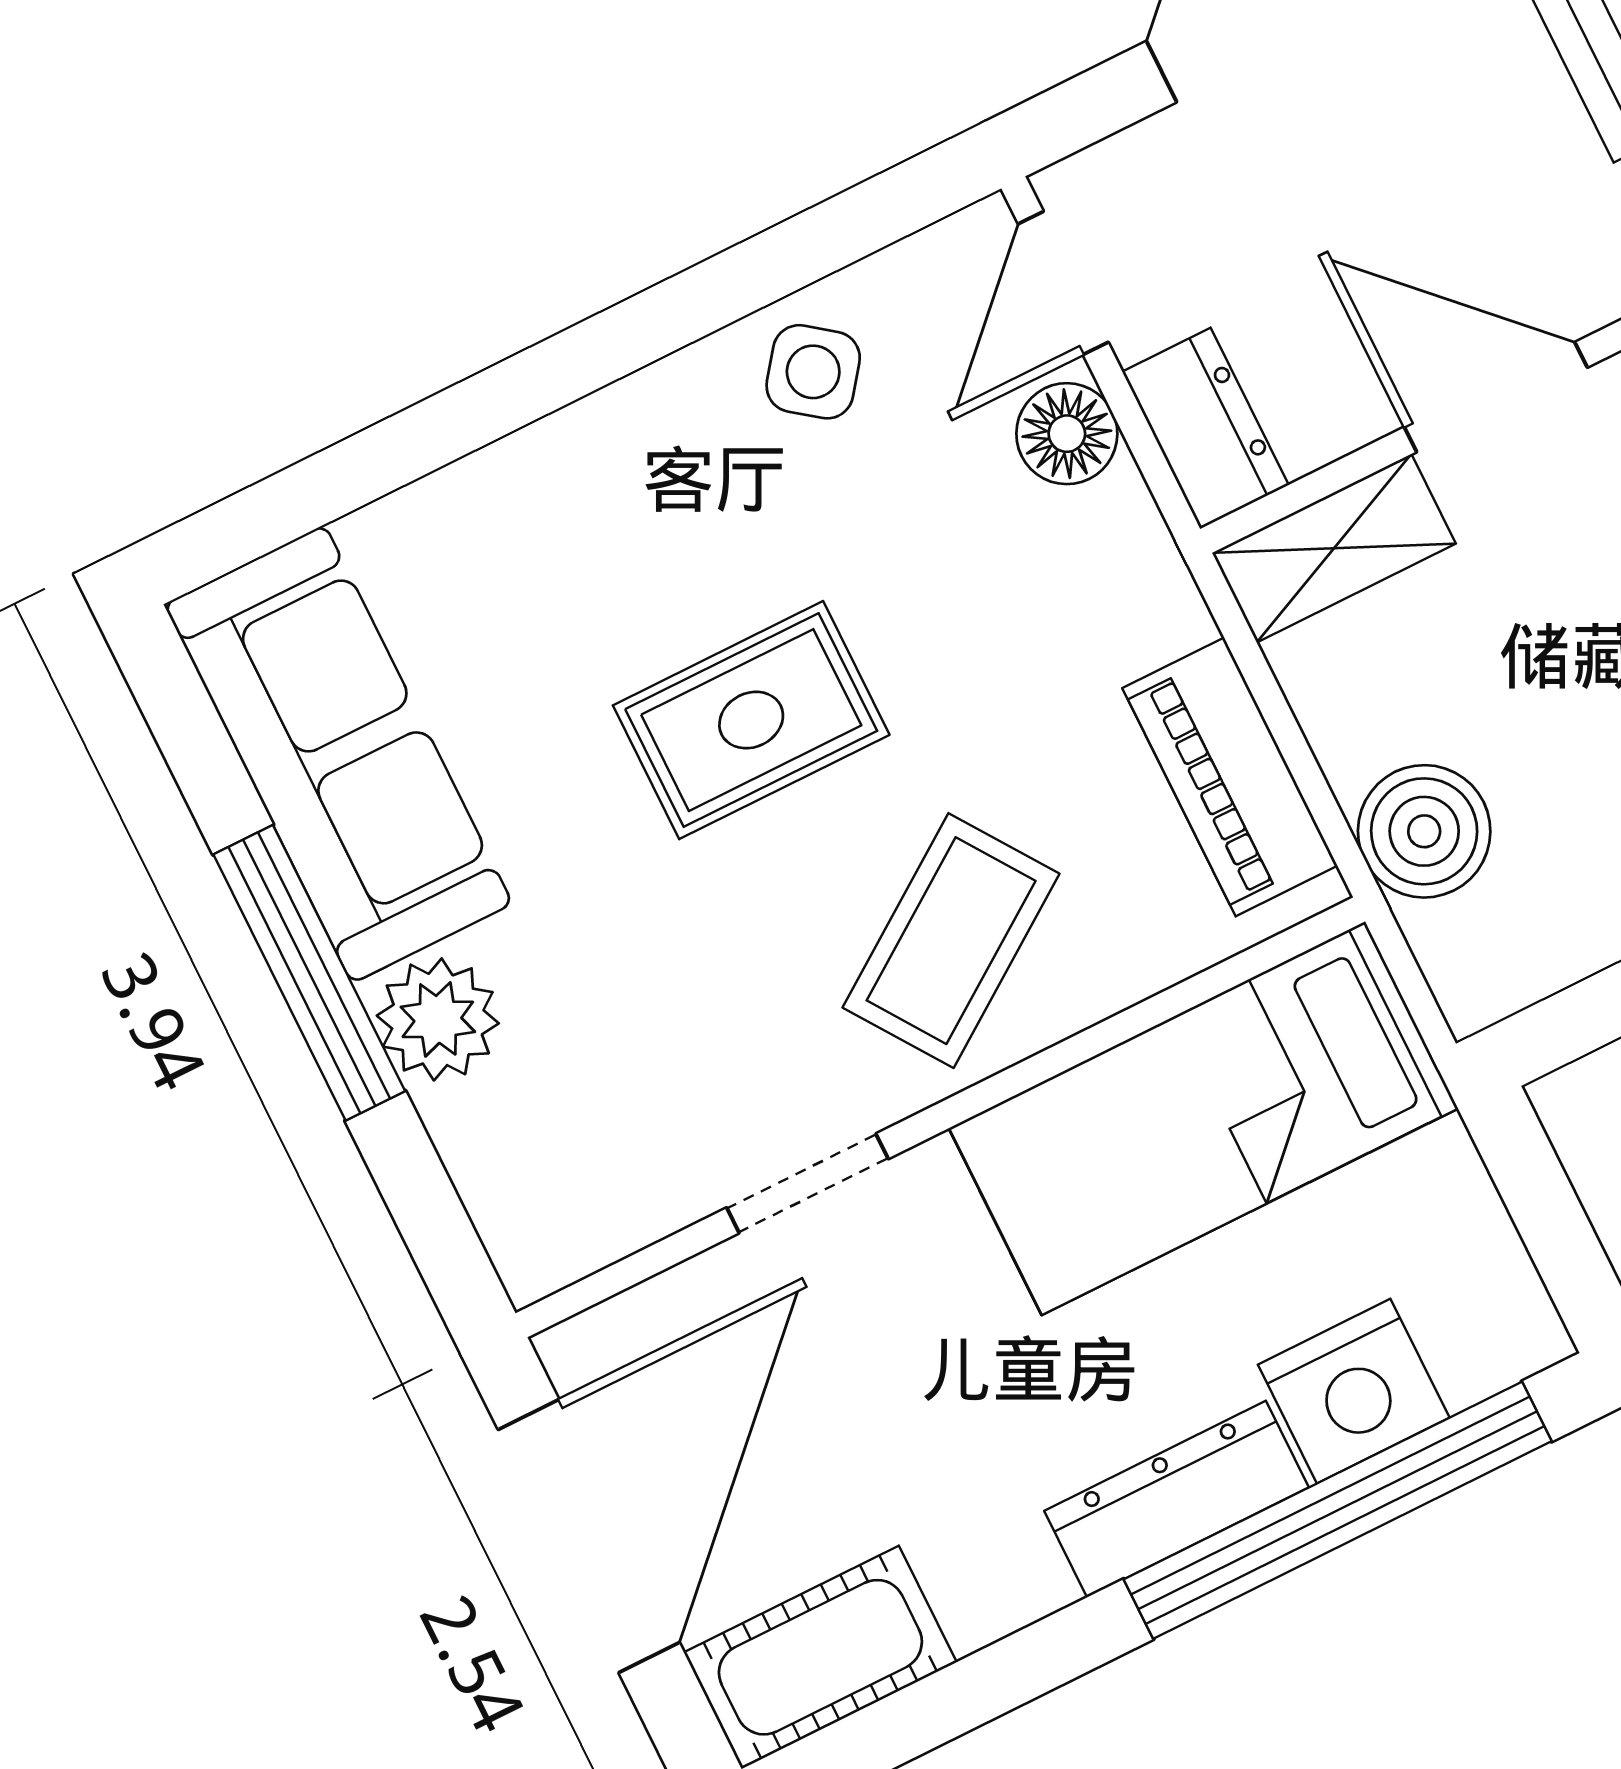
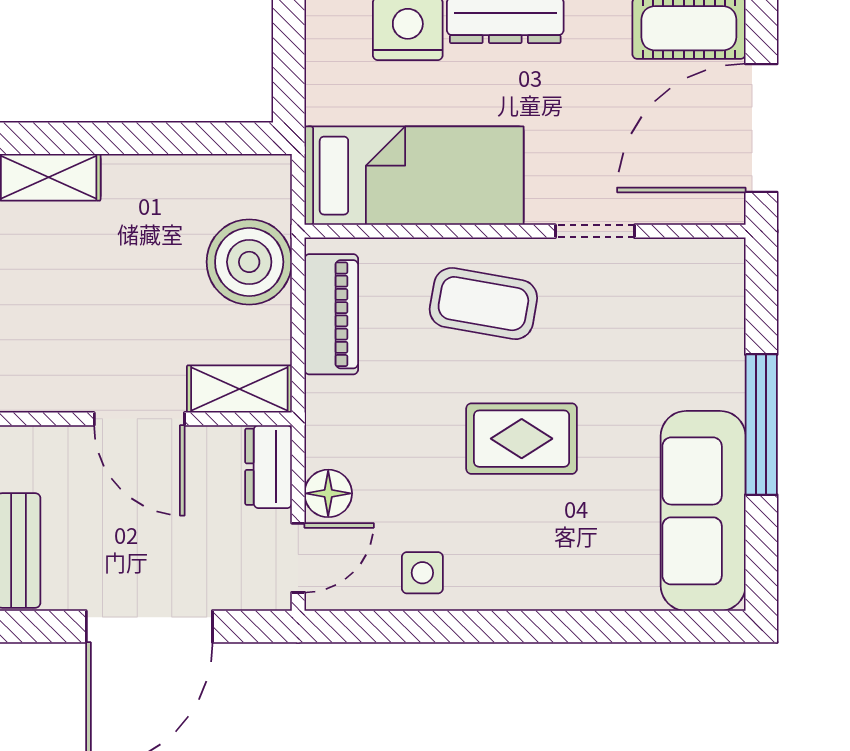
side table: (813, 372) -> (422, 573), turned -37
boiler: (1424, 831) -> (249, 262), width x1.37, depth x1.37
coffee table: (951, 941) -> (483, 304), turned 45
plant: (438, 1019) -> (717, 378), removed

